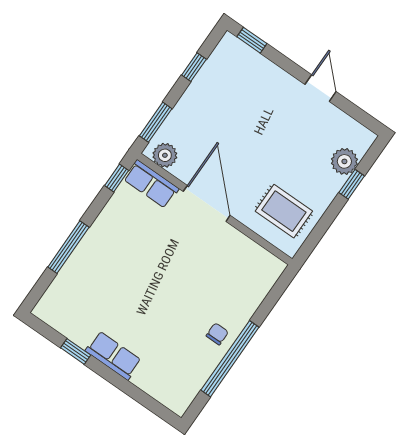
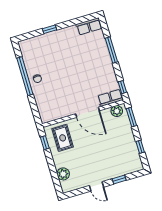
window: (252, 40) -> (119, 180), moved
window: (352, 184) -> (45, 143), moved
rug: (284, 211) -> (63, 138), turned 90
window: (76, 351) -> (50, 29), moved
row of seats: (113, 356) -> (89, 26), moved

